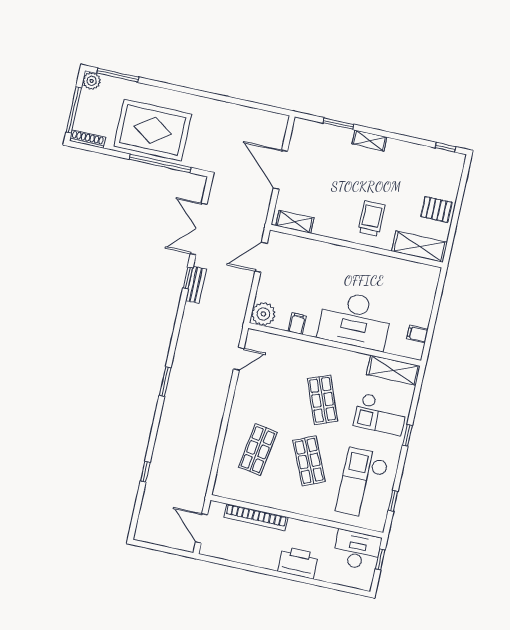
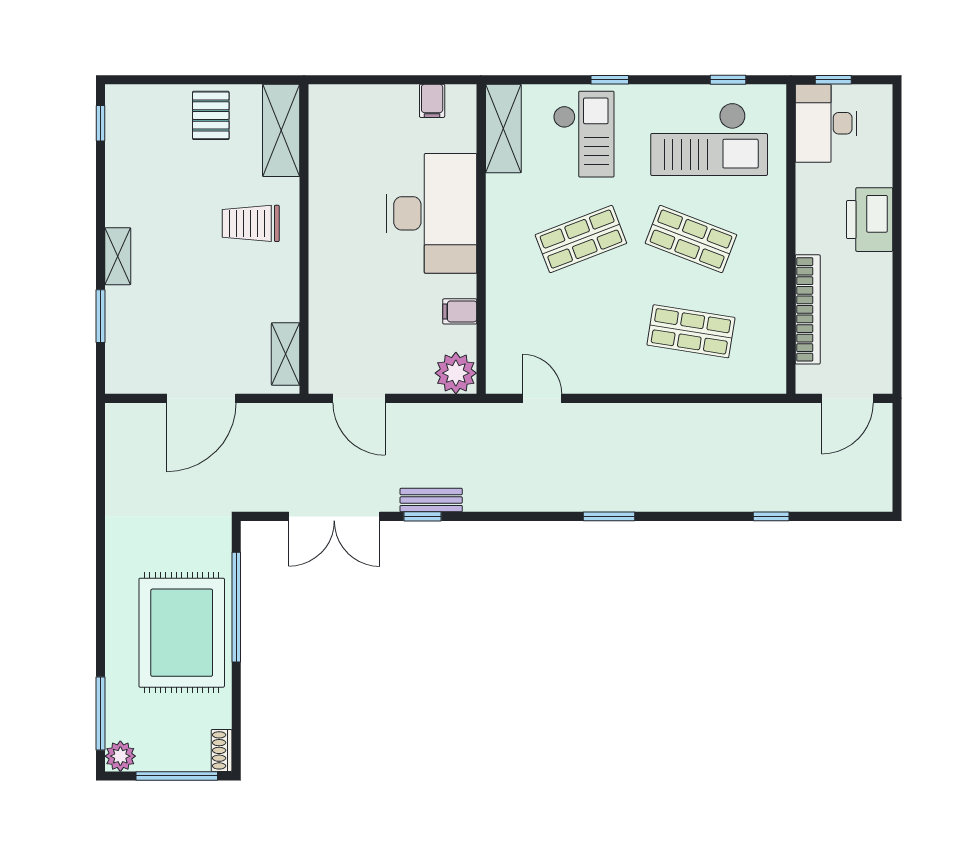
shoe rack: (87, 139) -> (222, 750), width x0.70
shop shelf: (309, 461) -> (691, 239), turned 45

